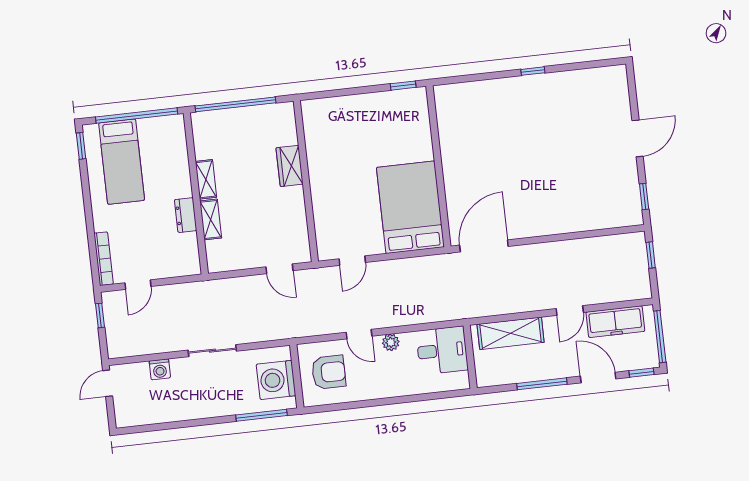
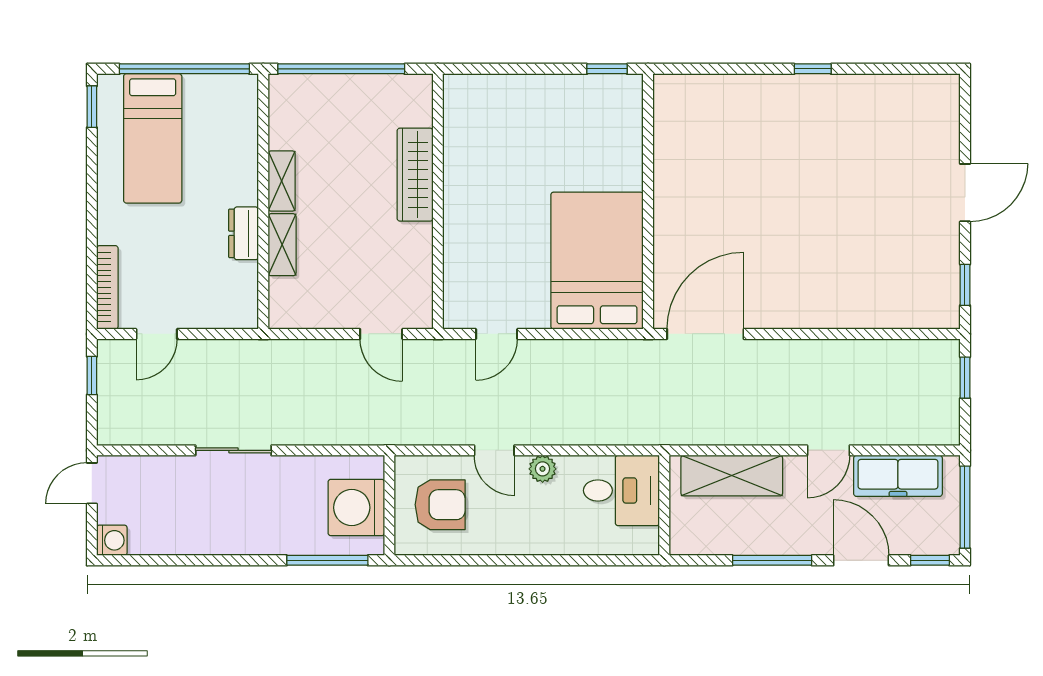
wardrobe: (290, 166) -> (415, 175), width x1.50
sliding door: (212, 351) -> (233, 450), moved
washing machine: (160, 369) -> (112, 540), moved, turned -90

